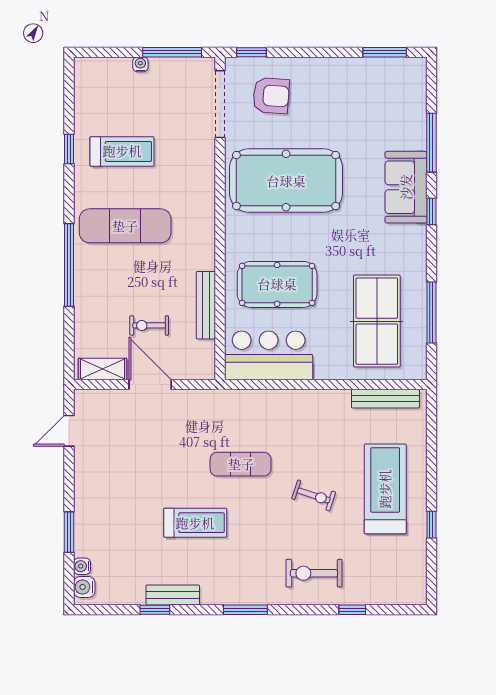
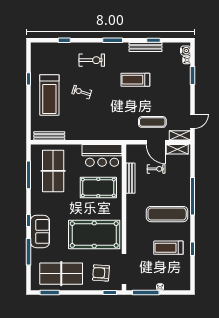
table tennis table: (359, 94) -> (61, 274), added
shelving: (97, 400) -> (180, 135), added
exercise mat: (241, 464) -> (152, 122), moved
exercise bike: (314, 573) -> (92, 60), moved
bench: (173, 595) -> (146, 47), width x1.36

